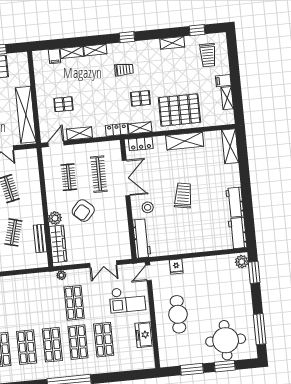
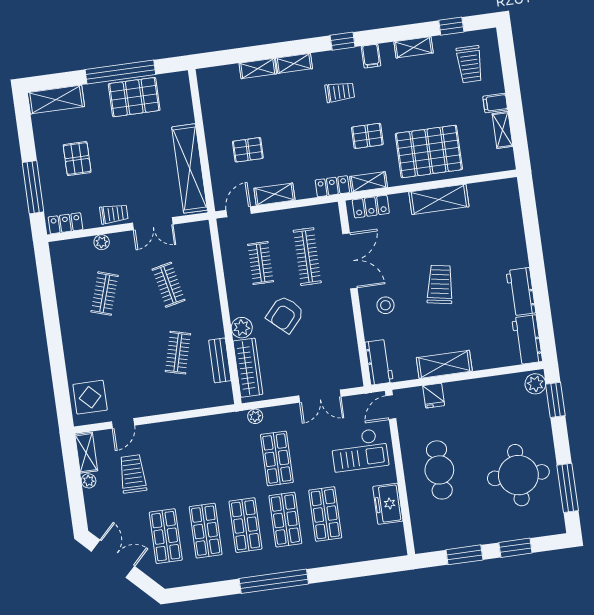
filing cabinet: (55, 56) -> (371, 56), moved
shelving: (230, 146) -> (444, 364), moved, turned 90
workbench: (142, 238) -> (379, 362), width x0.73
round table: (226, 340) -> (518, 475), moved

